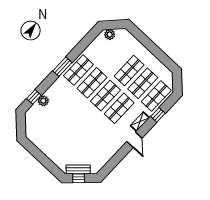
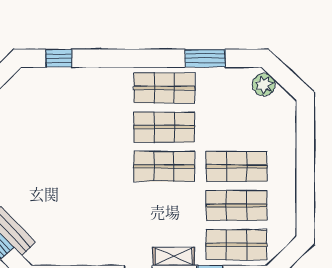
window: (62, 67) -> (205, 58), moved
plant: (43, 101) -> (66, 78), removed
shop shelf: (119, 108) -> (164, 206), removed

